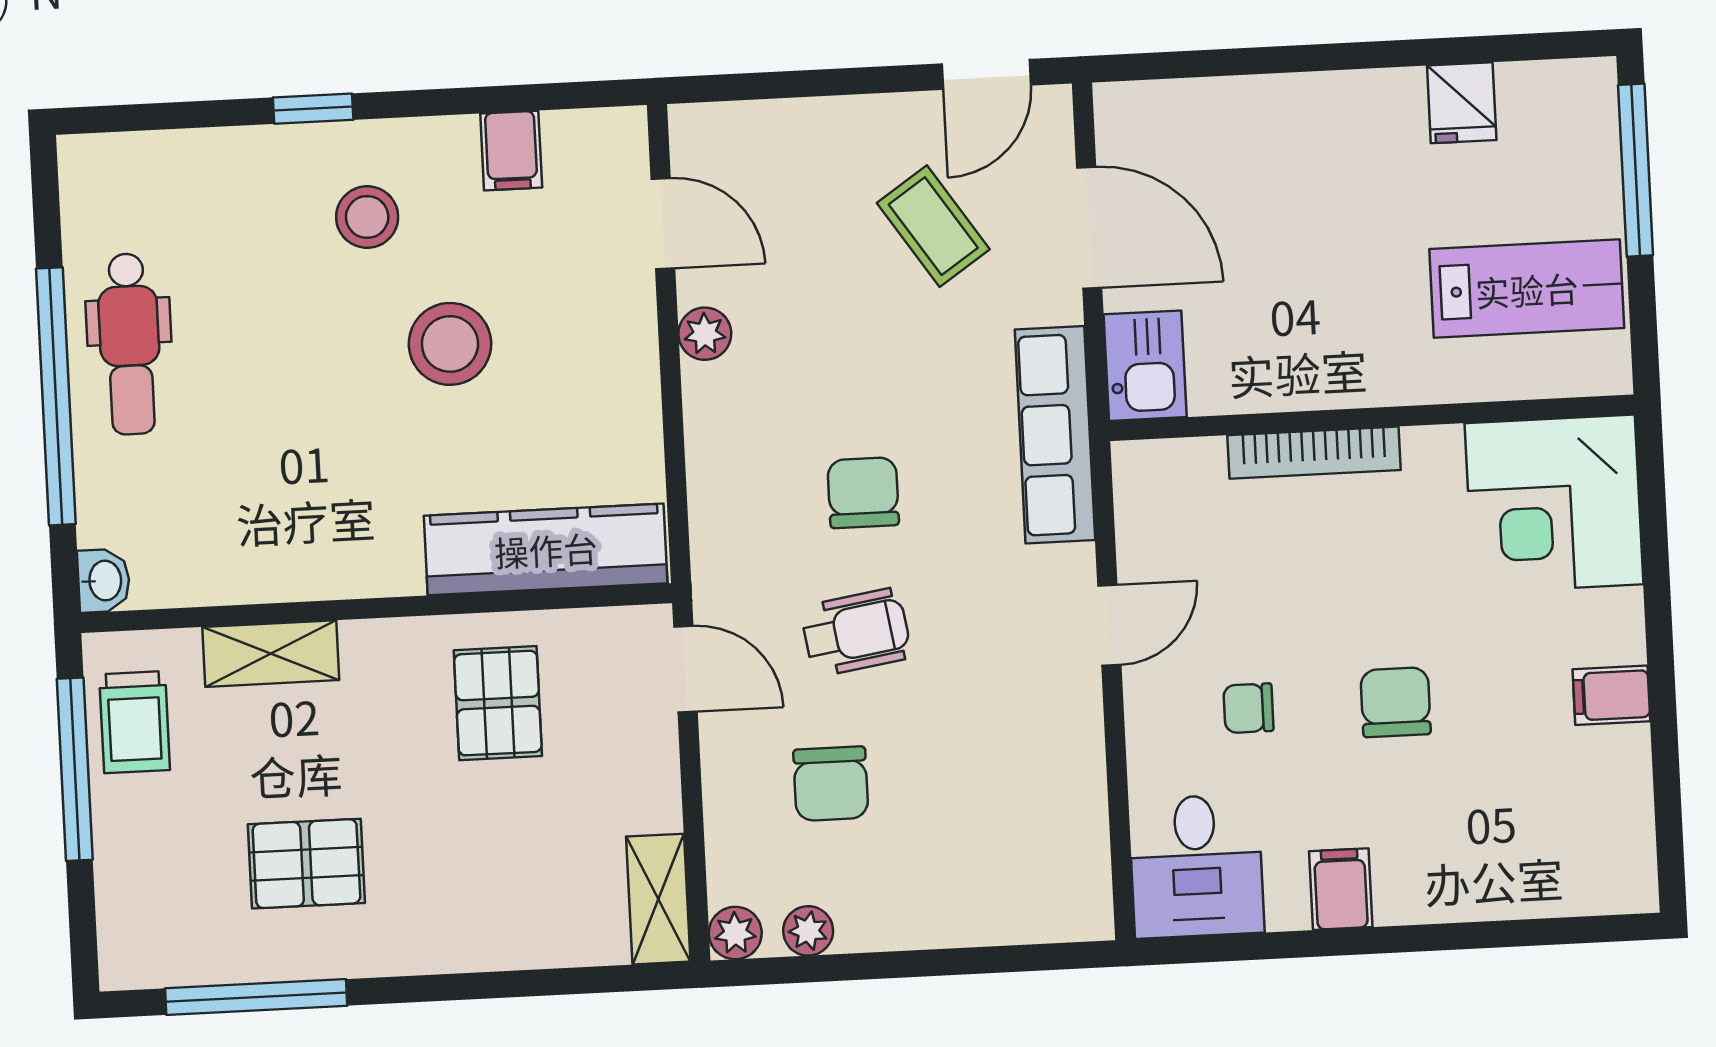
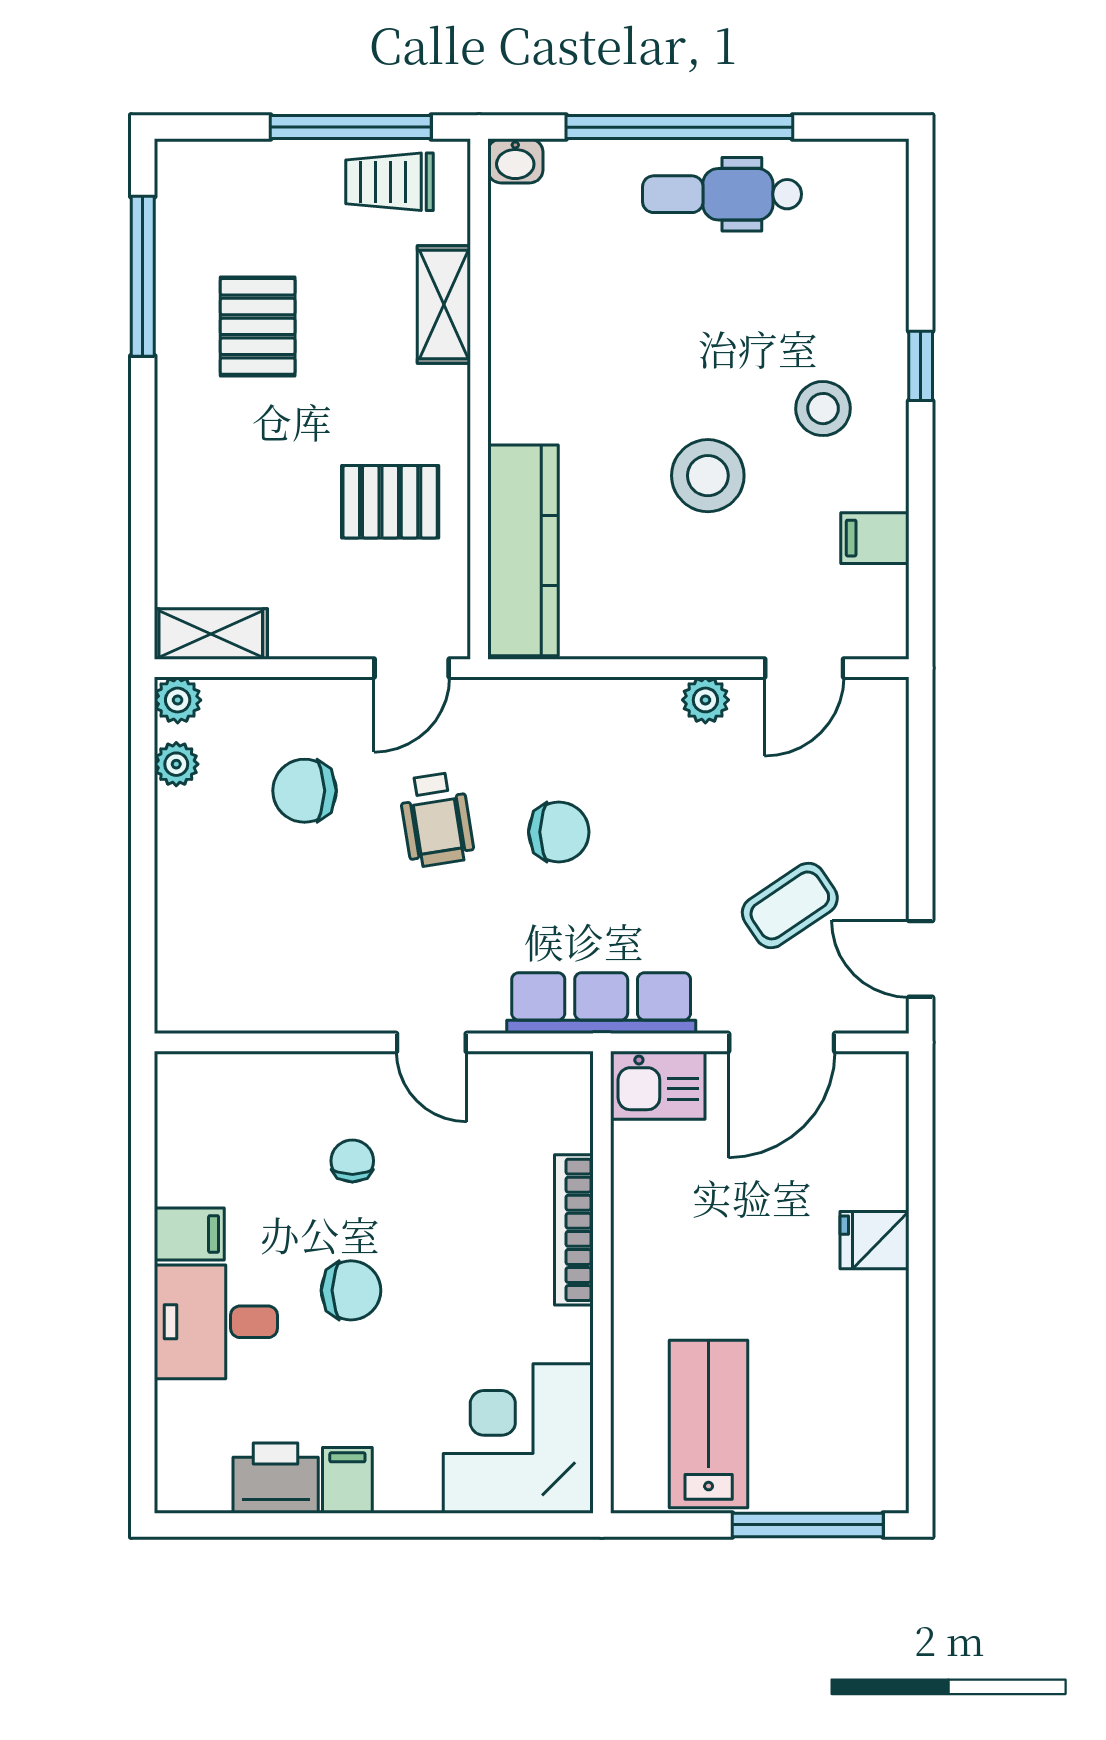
fridge: (1462, 103) -> (875, 1240), moved
lab bench: (1527, 289) -> (709, 1424), turned 180
printer: (1613, 777) -> (276, 1478), added
desk: (1196, 866) -> (216, 1322), moved

